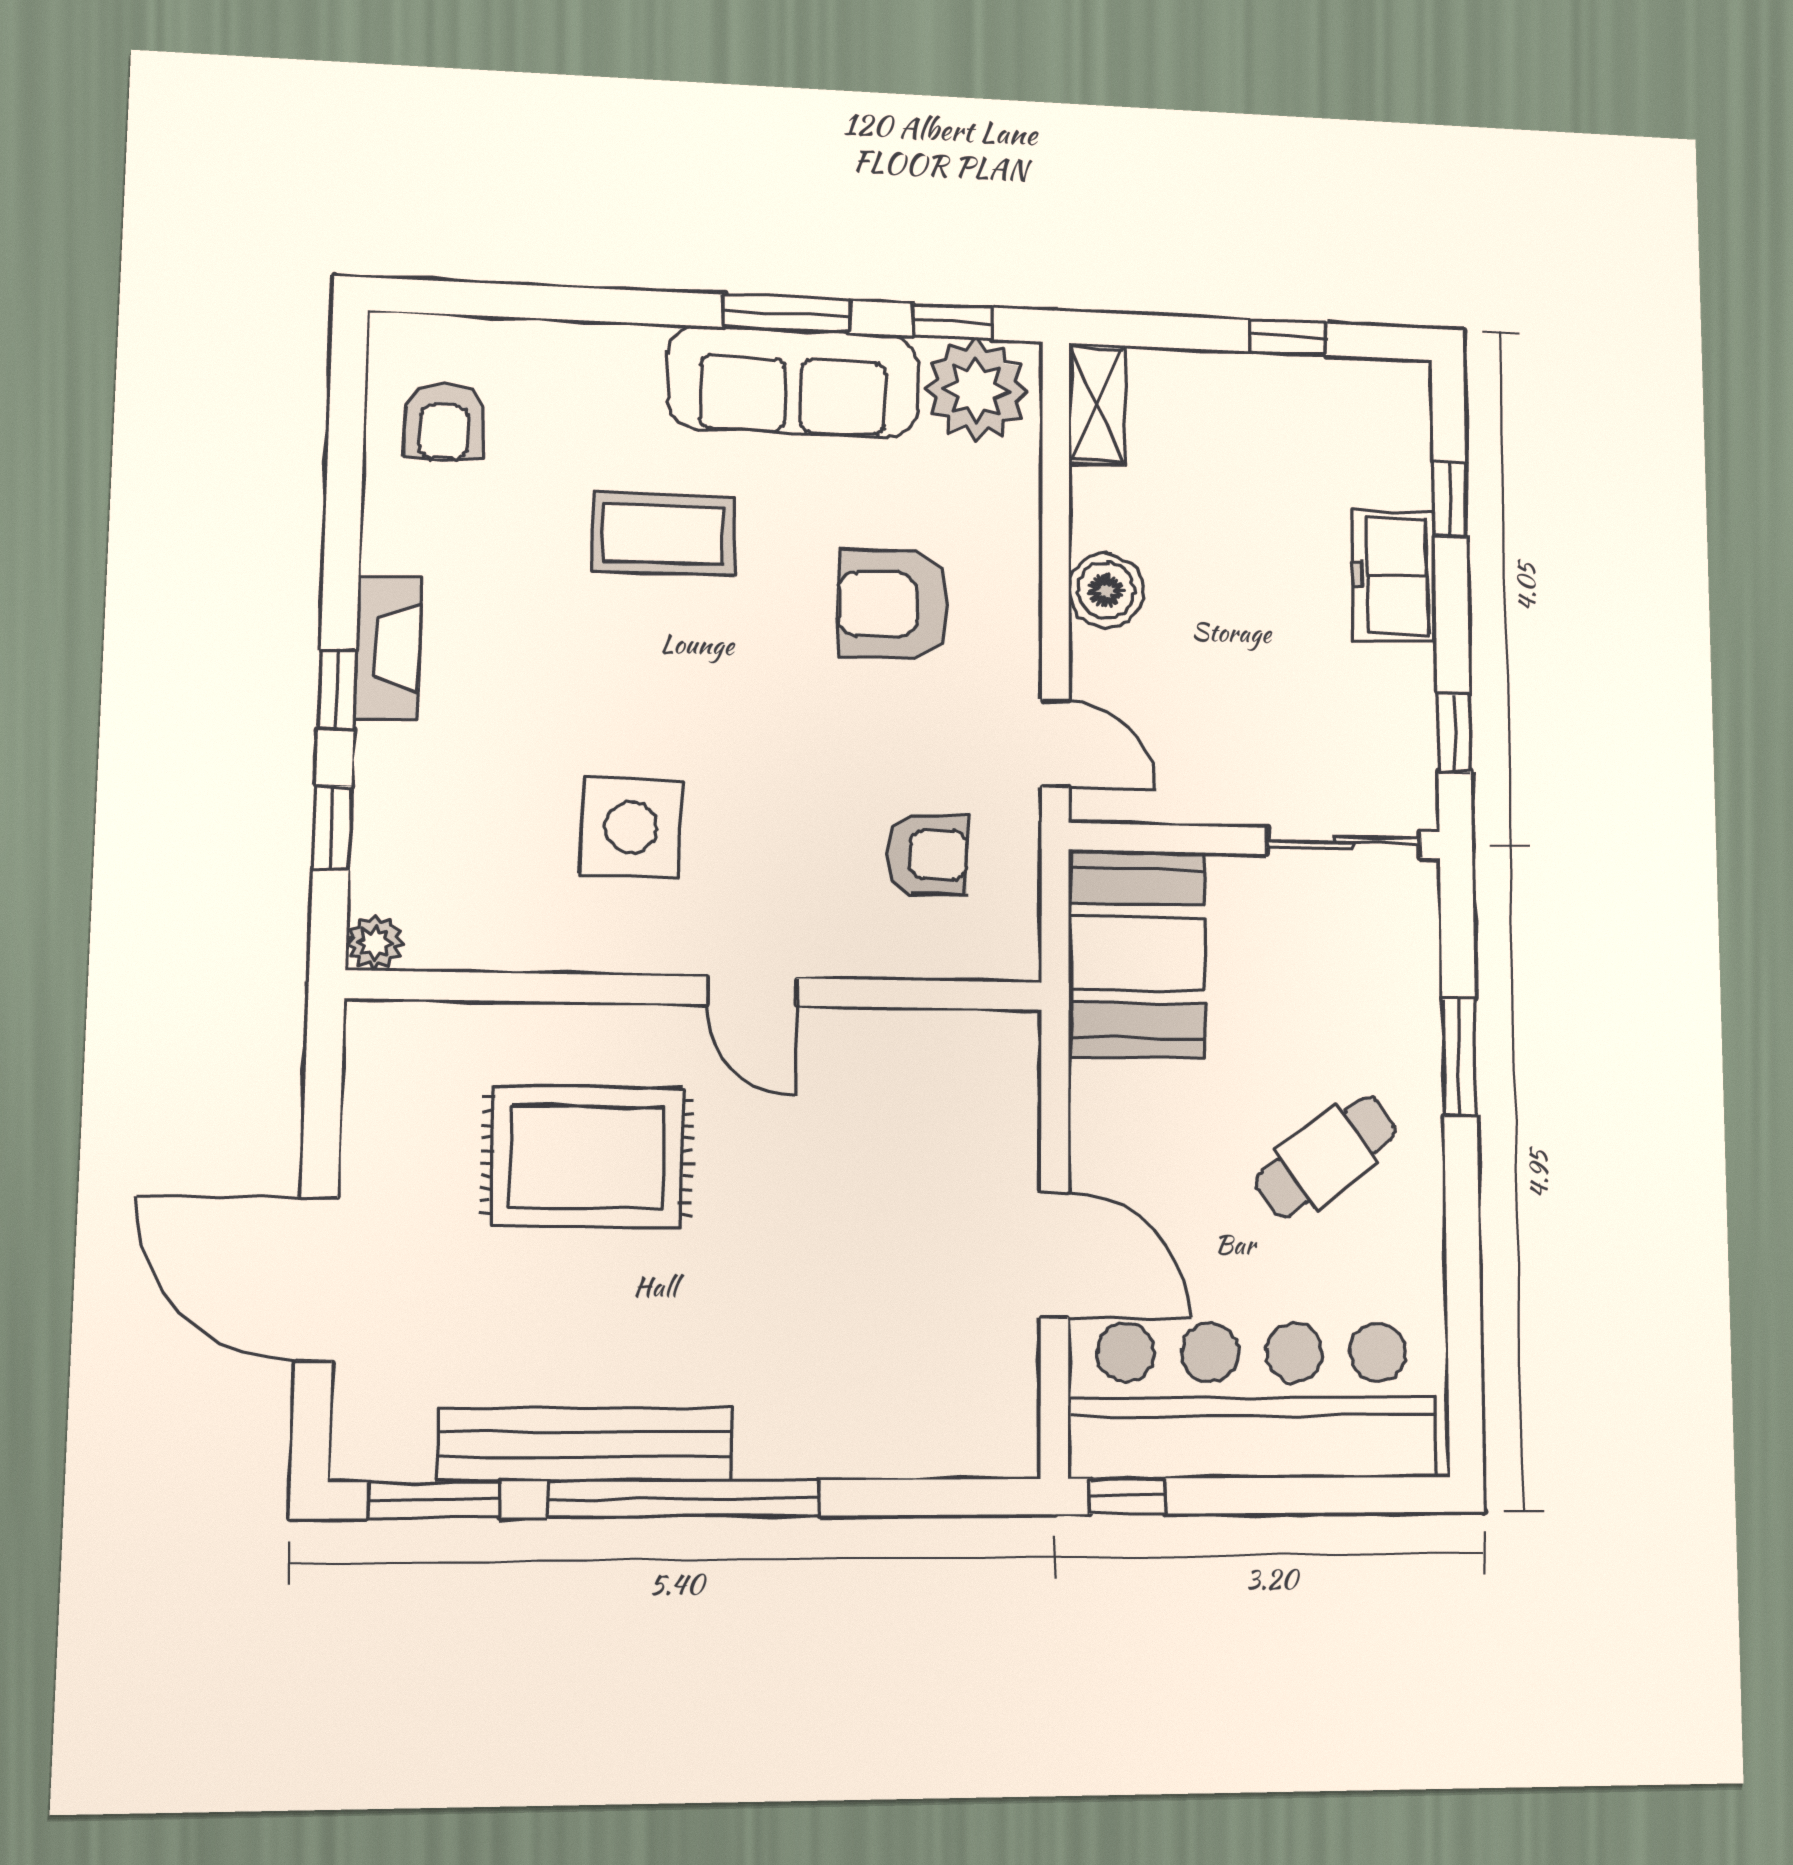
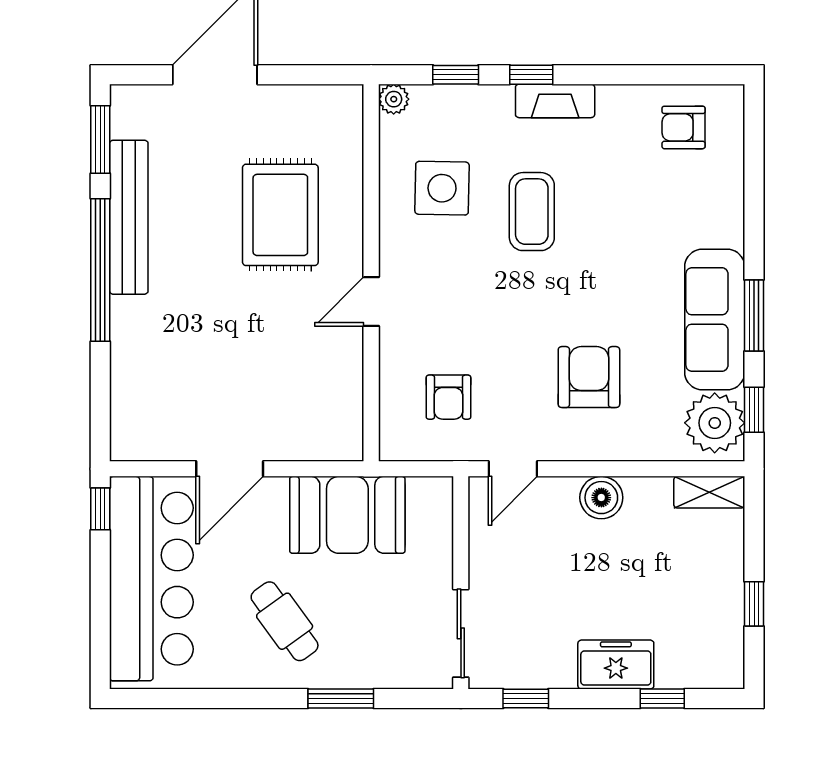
coffee table: (664, 534) -> (532, 212), moved
side table: (631, 828) -> (442, 188), moved
booth: (1137, 954) -> (347, 515), moved

